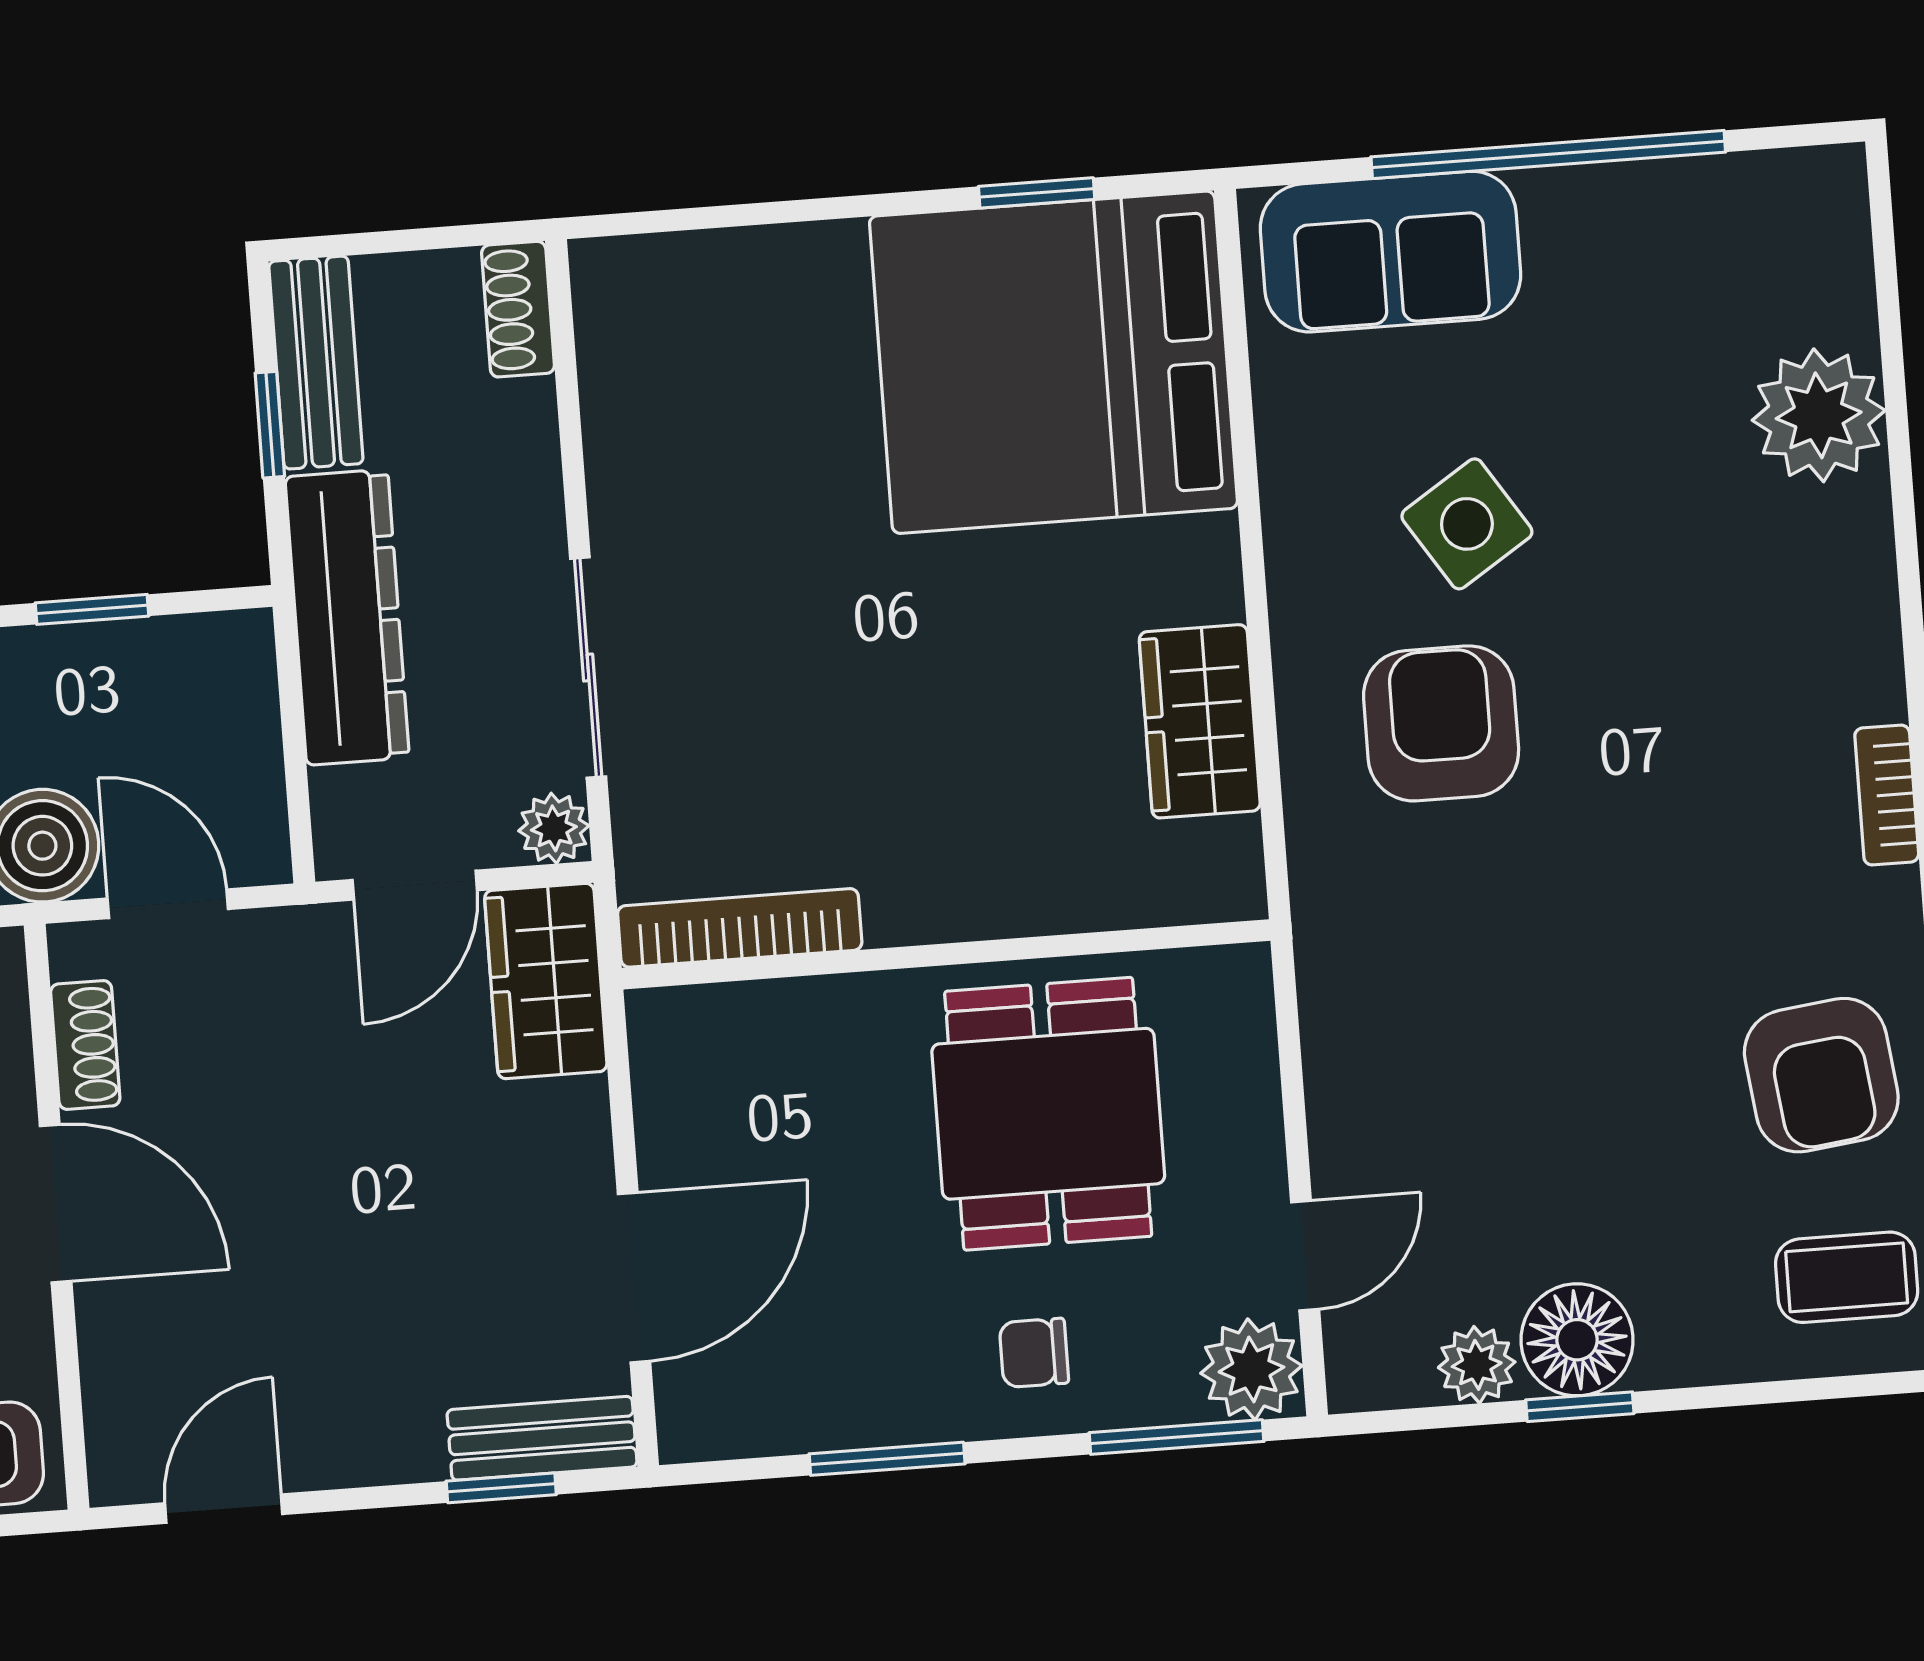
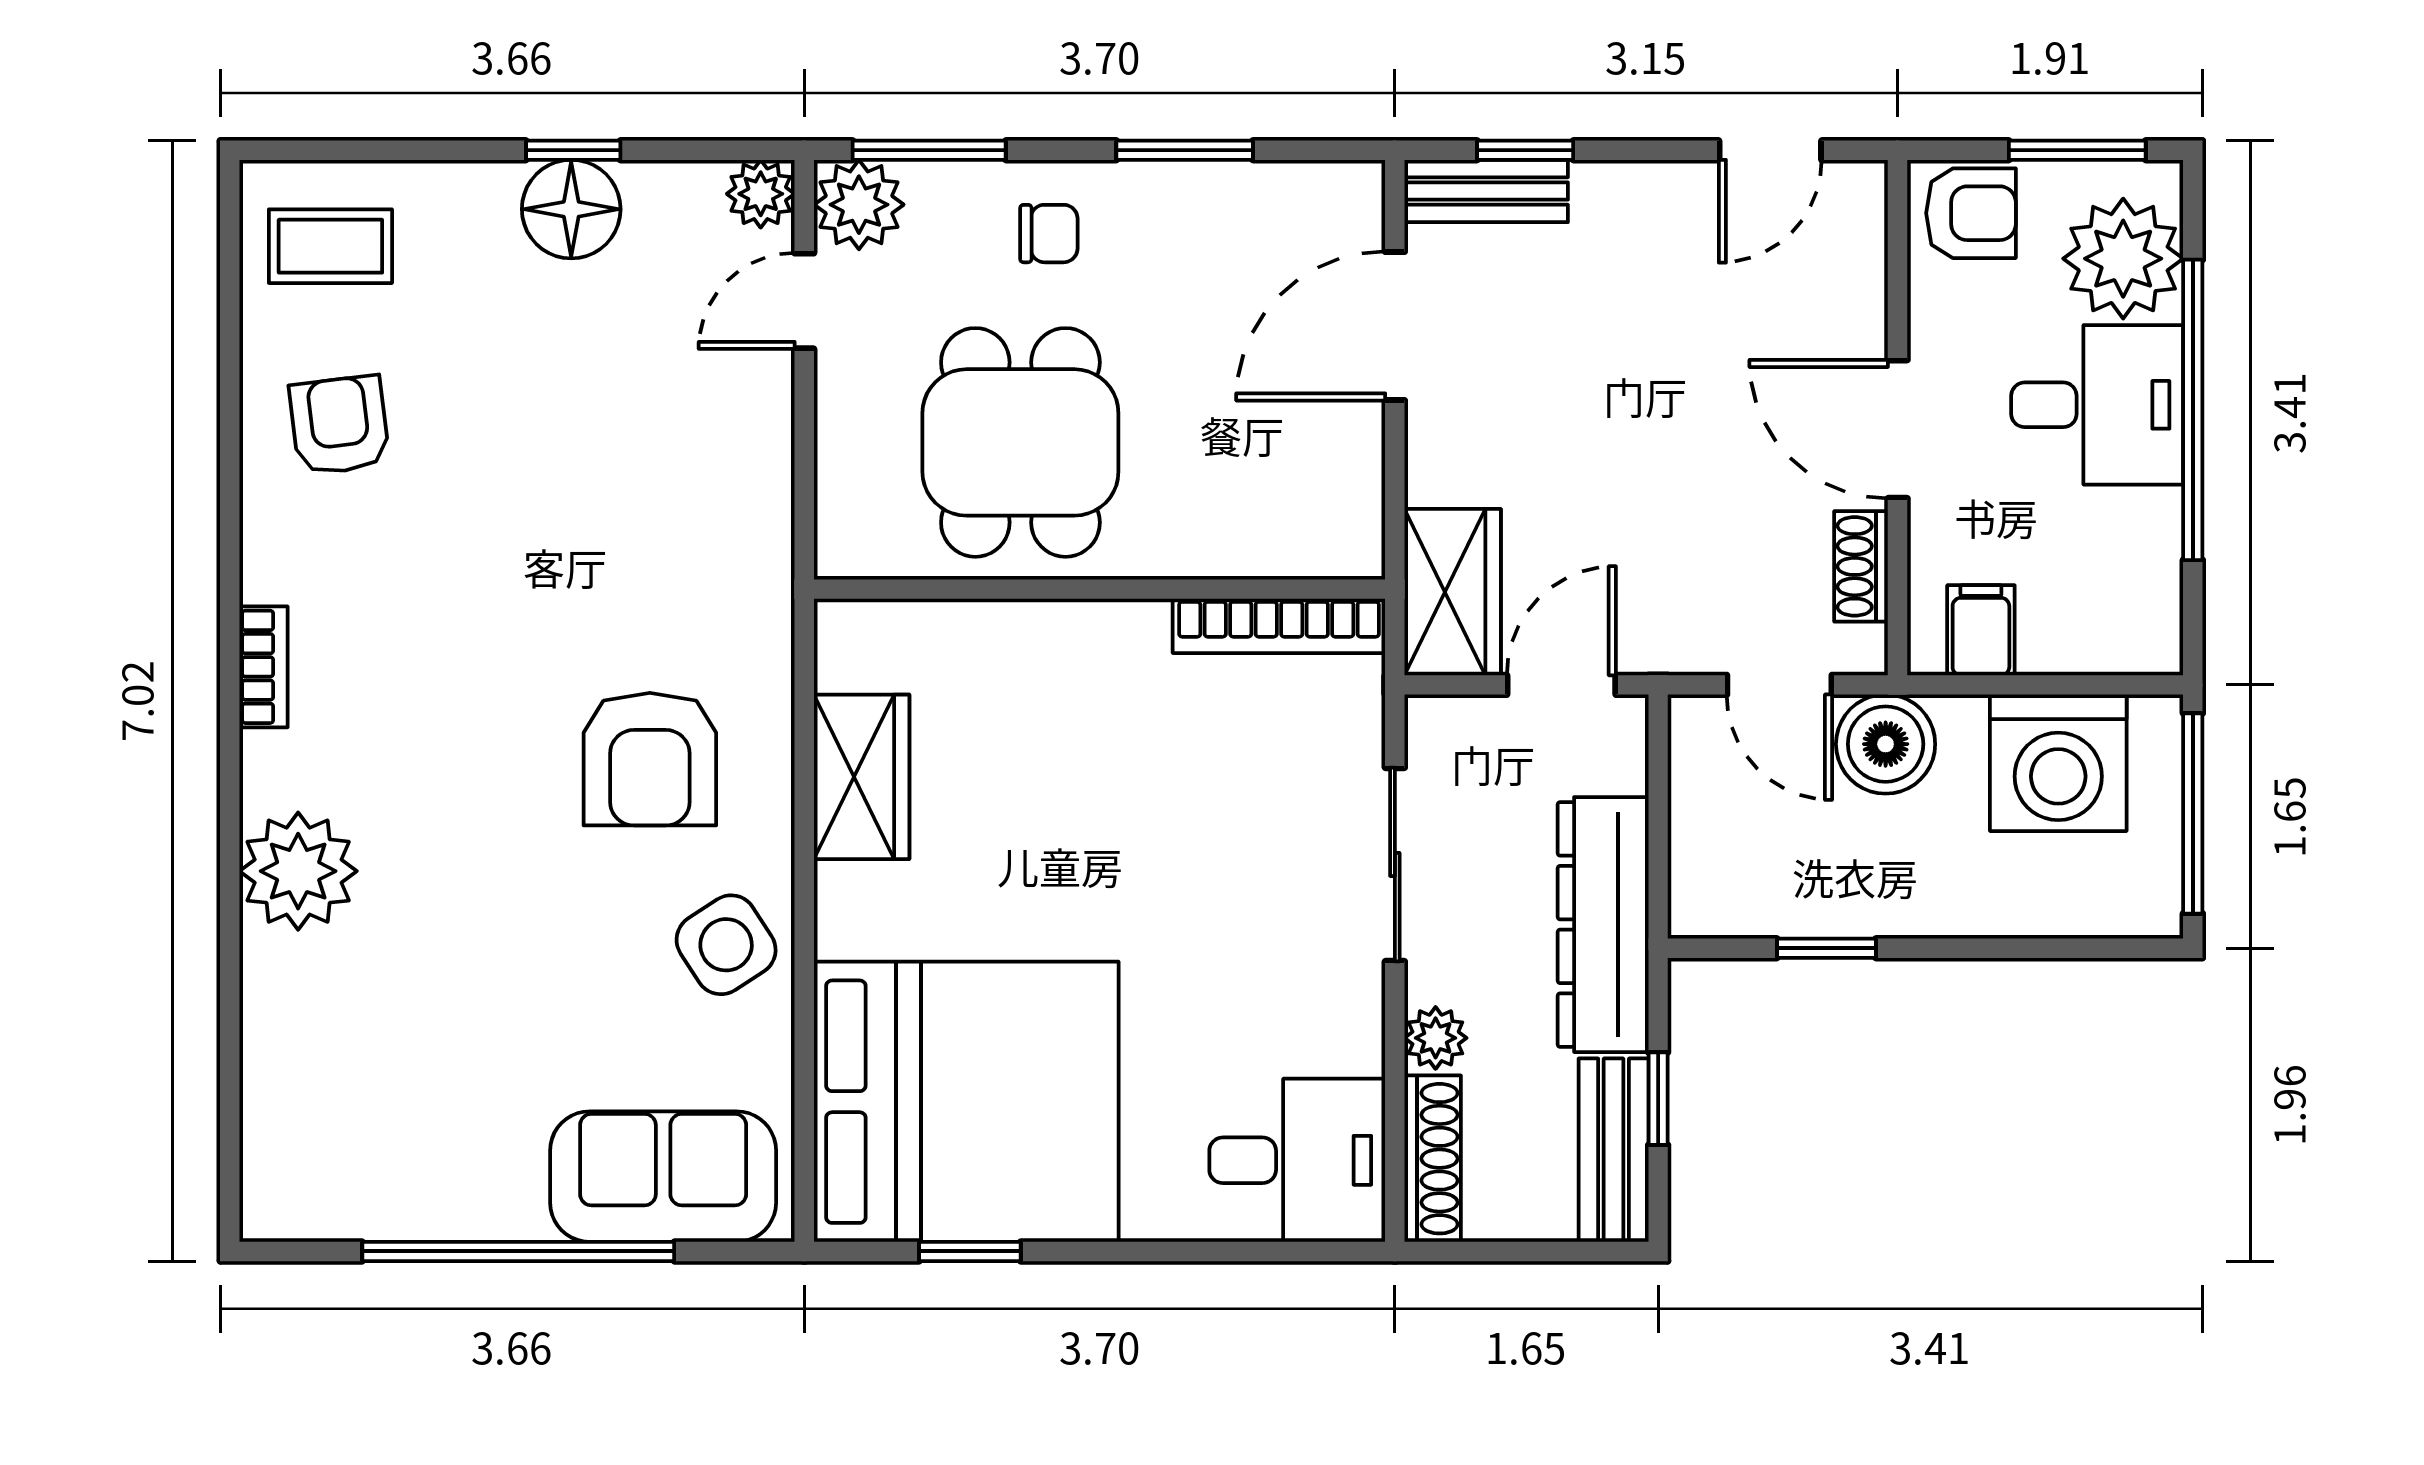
shoe rack: (518, 309) -> (1433, 1159), width x1.43
desk: (673, 324) -> (1297, 1160), added
plant: (1819, 415) -> (298, 871), moved
side table: (1467, 524) -> (726, 945), moved
plant: (554, 828) -> (1436, 1038), moved
armchair: (1821, 1075) -> (339, 425), width x0.72, depth x0.72
plant: (1477, 1365) -> (761, 194), moved

